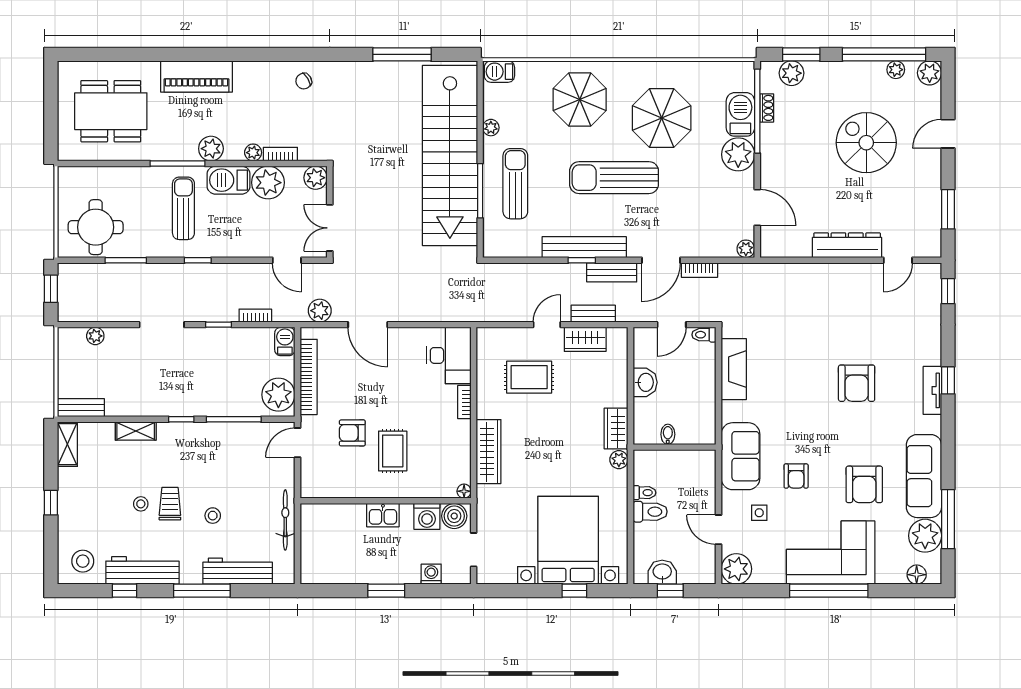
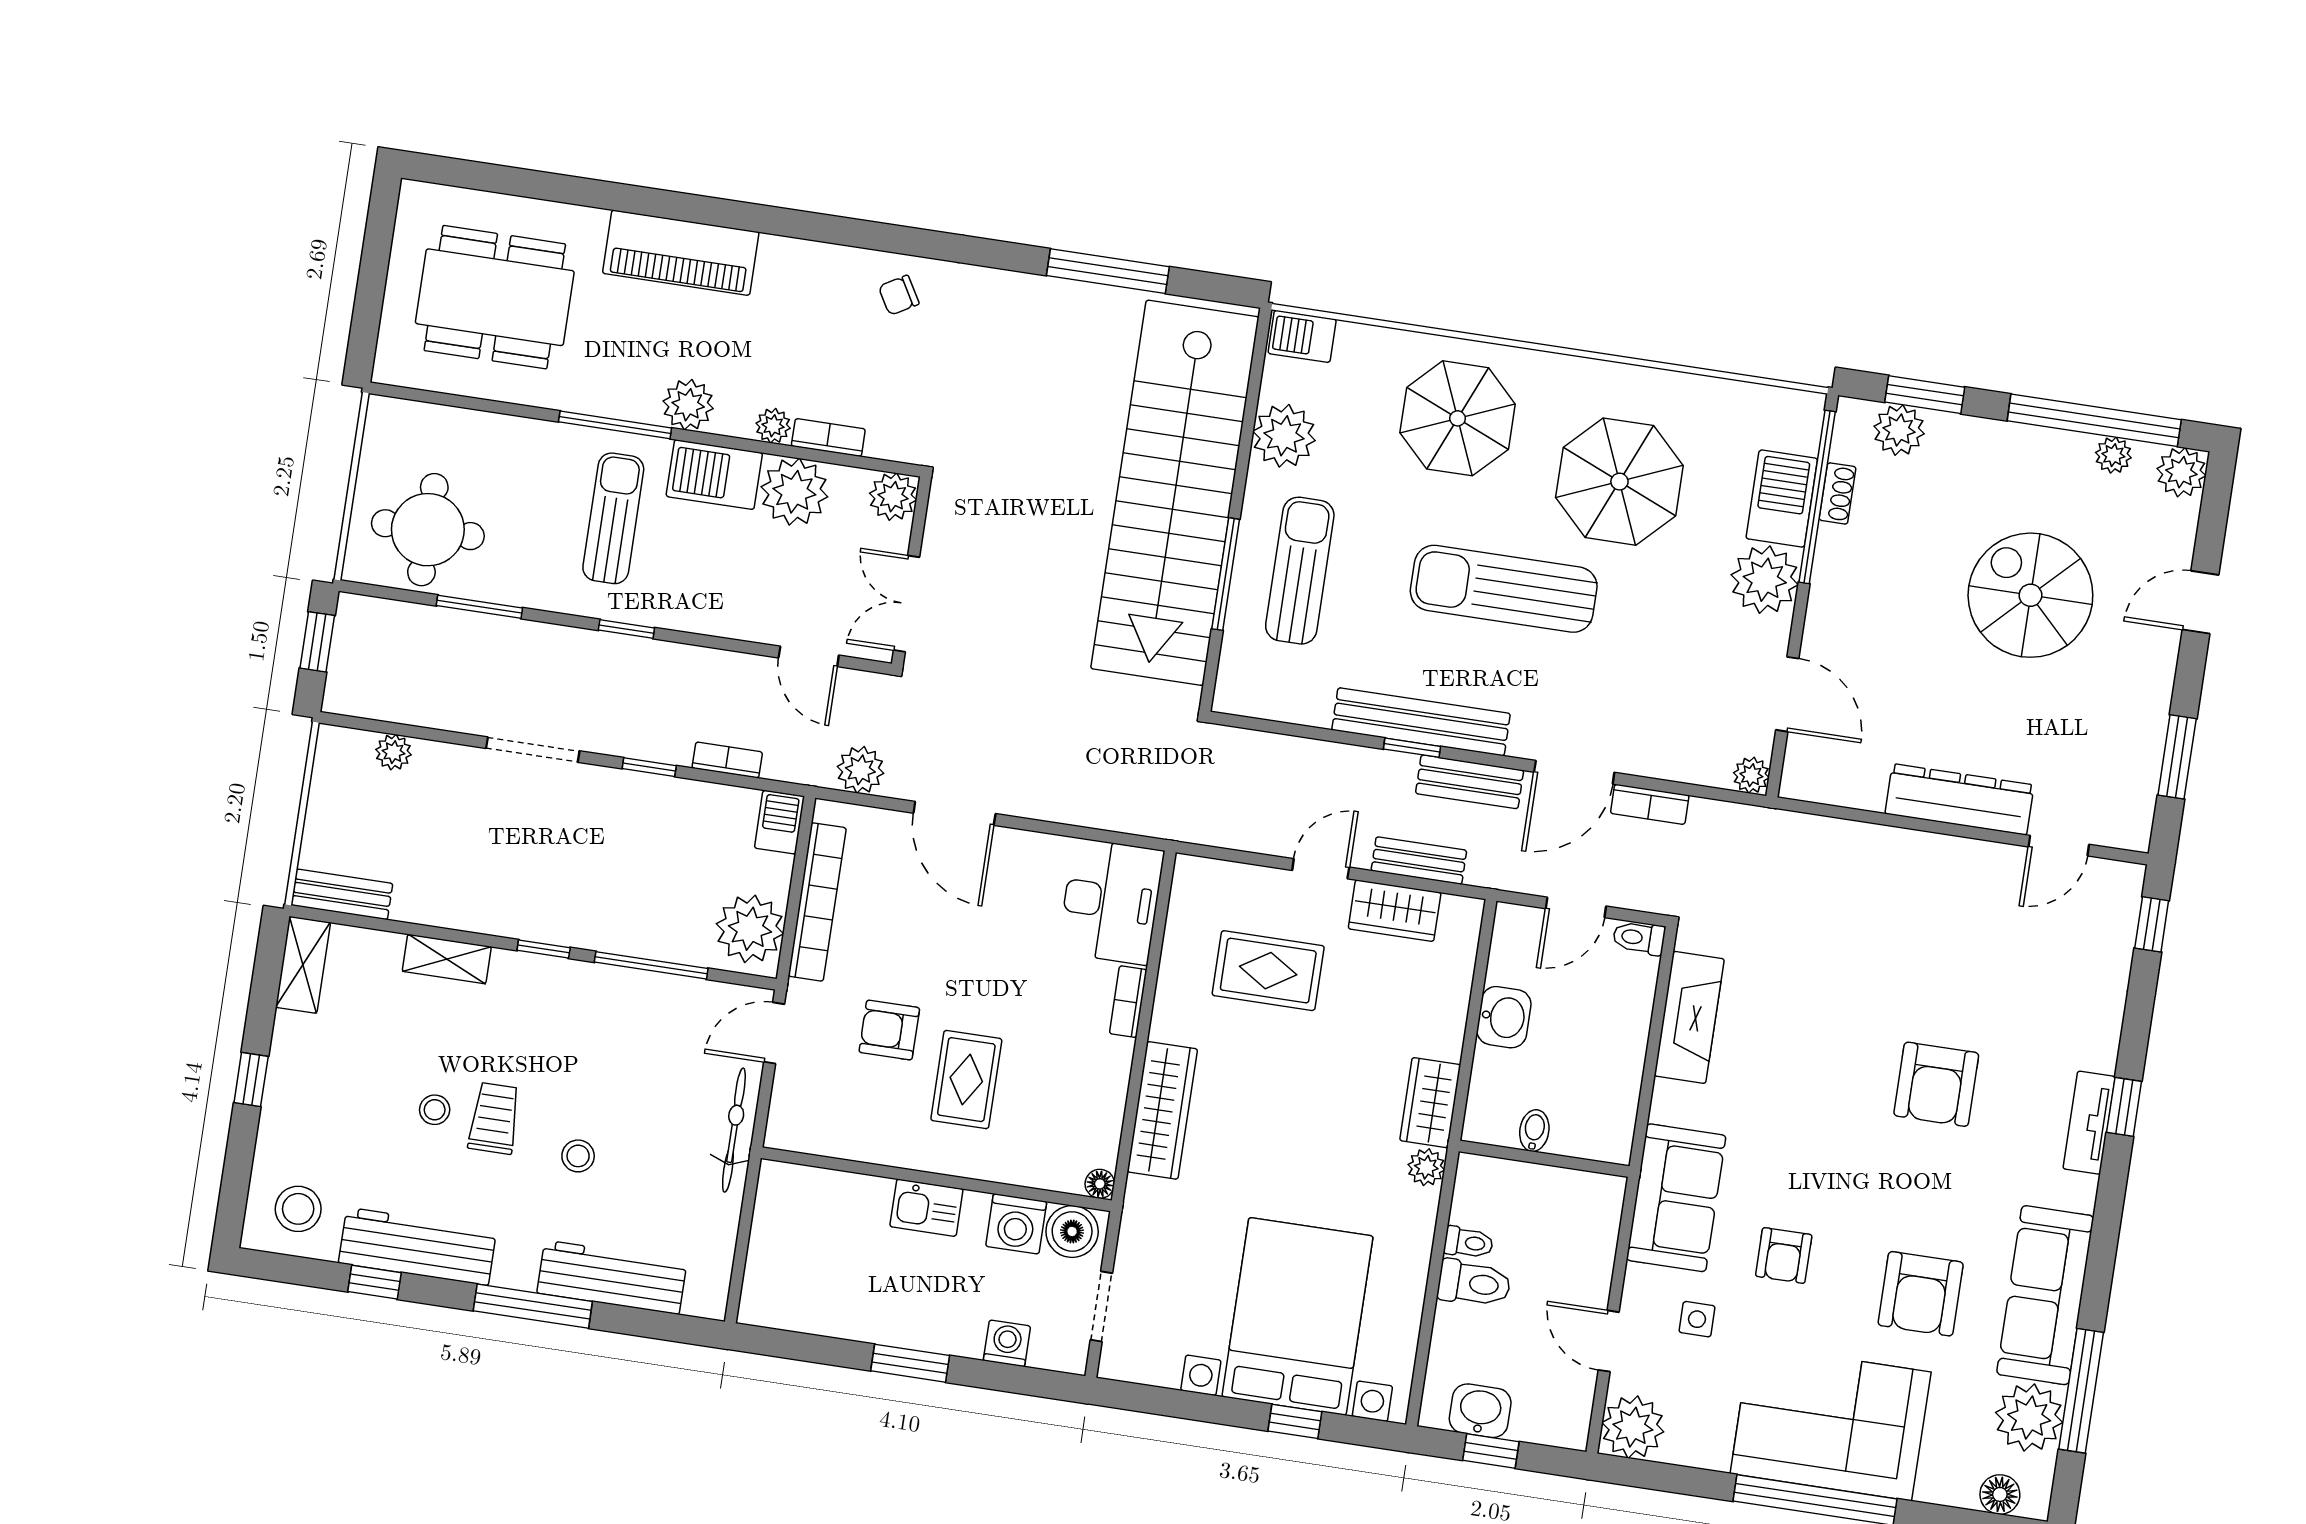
plant: (491, 128) -> (1284, 436), width x1.88, depth x1.88
bicycle: (285, 520) -> (734, 1130), moved

